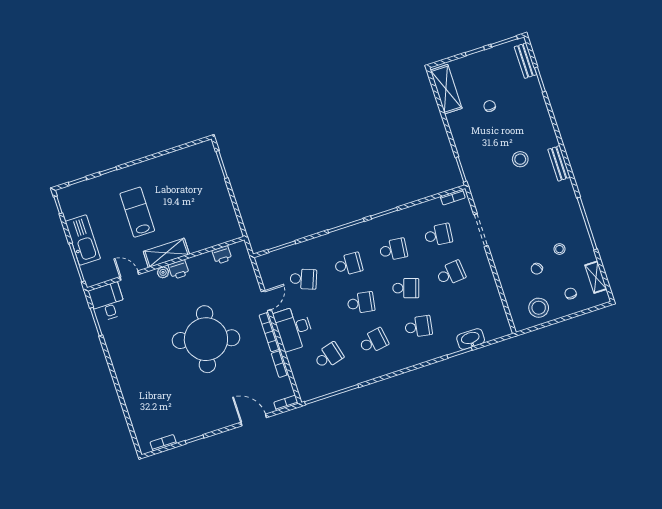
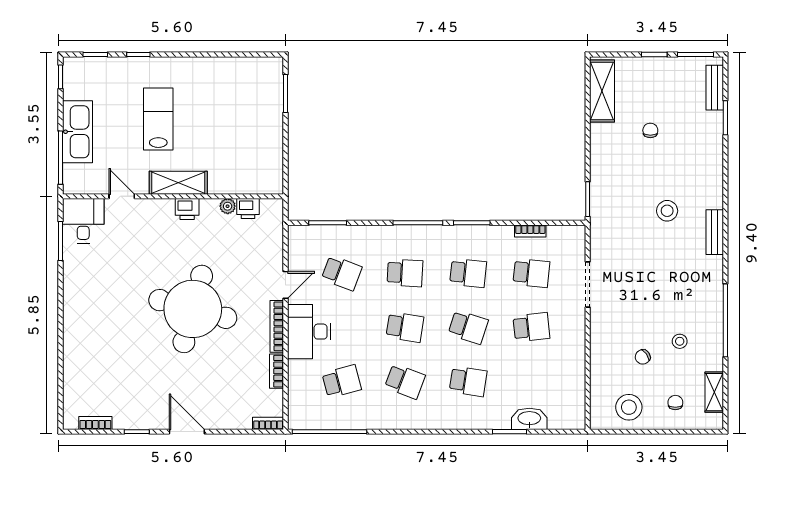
bookcase: (453, 197) -> (530, 231), moved
plant: (163, 272) -> (228, 206), moved
school desk: (373, 341) -> (405, 381), turned 30
door: (254, 420) -> (187, 432), moved

